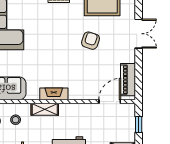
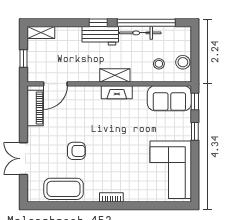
armchair: (91, 41) -> (76, 151), turned -108
shelving: (45, 109) -> (115, 75), moved

